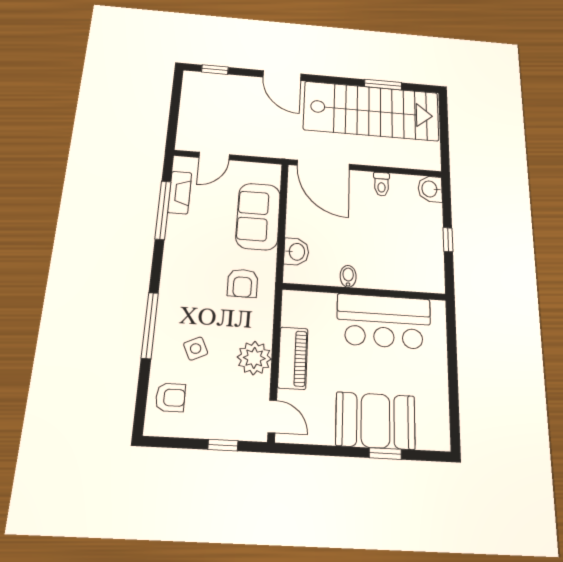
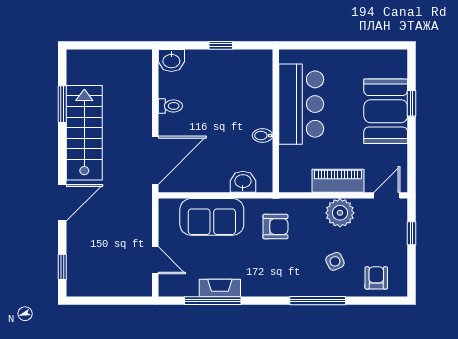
stairs: (371, 111) -> (84, 133), width x0.73, depth x0.66
fireplace: (180, 193) -> (220, 288), moved

